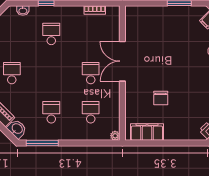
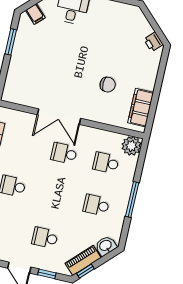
plant: (115, 136) -> (131, 146), width x1.87, depth x1.87
window: (42, 143) -> (132, 199), moved

